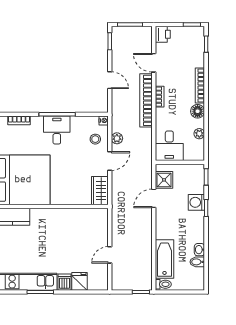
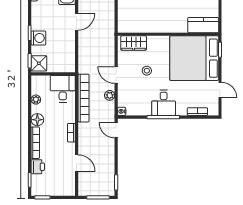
printer: (163, 34) -> (38, 167), moved, turned 180
door: (110, 80) -> (116, 130), moved
bookcase: (146, 100) -> (84, 98), moved
stool: (95, 139) -> (147, 71), moved
door: (110, 161) -> (116, 75), hinge flipped
shower: (164, 180) -> (39, 63), moved
wardrobe: (100, 191) -> (134, 43), moved, turned 90
door: (154, 198) -> (77, 22), moved

